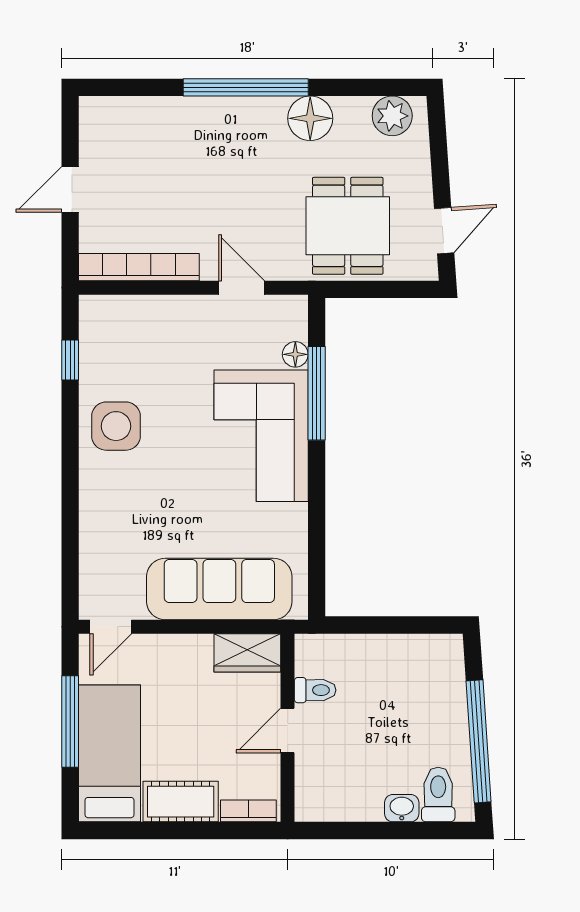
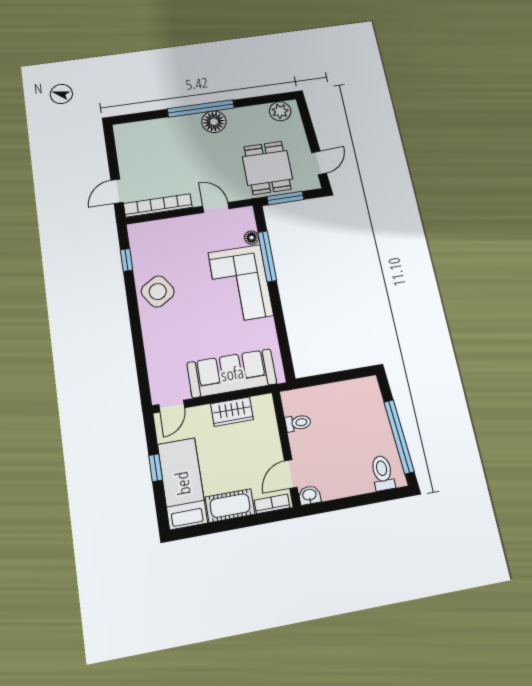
floor lamp: (310, 118) -> (214, 122), moved
door: (70, 189) -> (117, 191), moved
window: (369, 289) -> (285, 198), added
side table: (116, 426) -> (158, 292), turned -33
wardrobe: (247, 653) -> (232, 412), moved
window: (70, 721) -> (155, 468), width x0.46
door: (288, 730) -> (291, 474), moved
washbasin: (402, 808) -> (309, 495), moved

